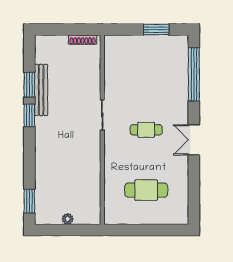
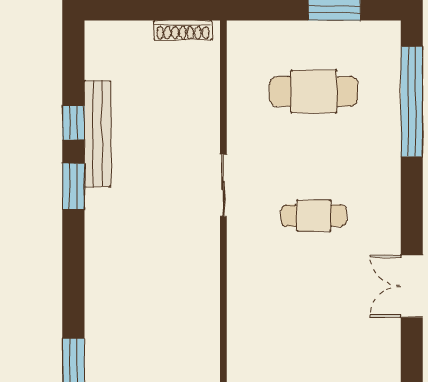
window: (29, 85) -> (73, 123), width x0.67
double door: (194, 140) -> (412, 286), moved
cafe table: (146, 190) -> (314, 91), moved

